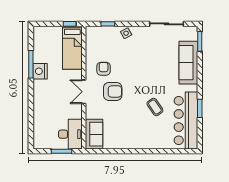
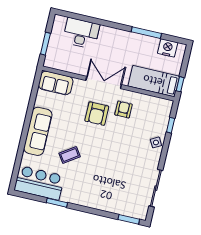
sofa: (188, 63) -> (38, 131), moved, turned 90
armchair: (104, 69) -> (123, 109), turned -90
nightstand: (40, 71) -> (168, 48), moved
double door: (84, 92) -> (104, 82), width x1.37
bar counter: (186, 121) -> (39, 183), width x0.73
desk: (70, 134) -> (81, 33), moved, turned 180

